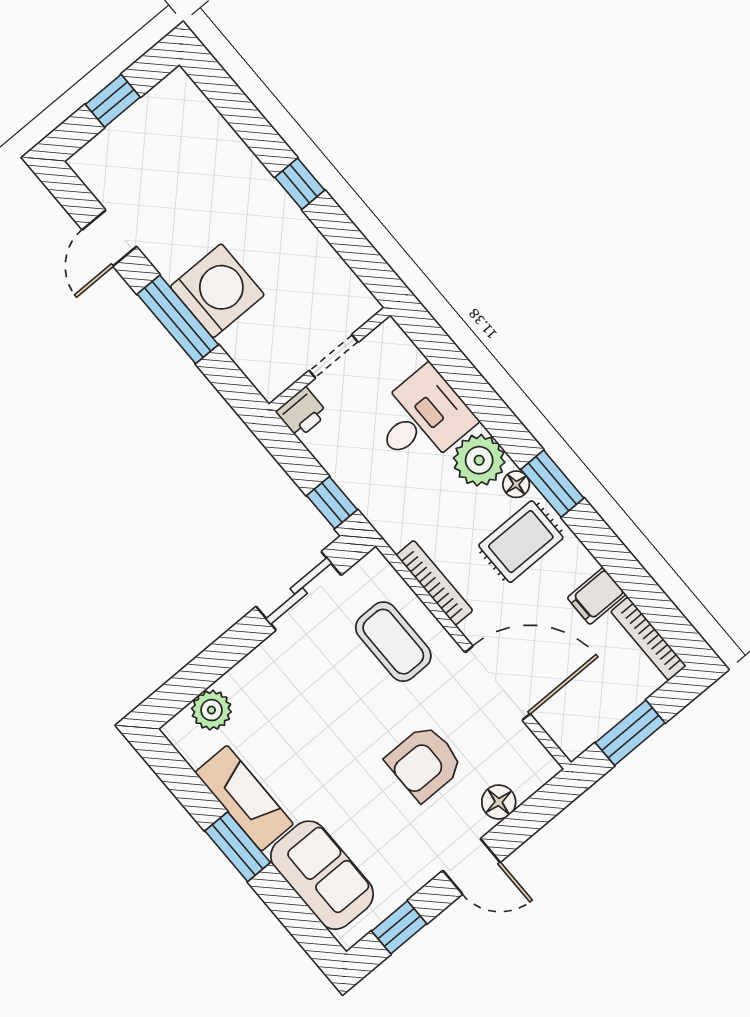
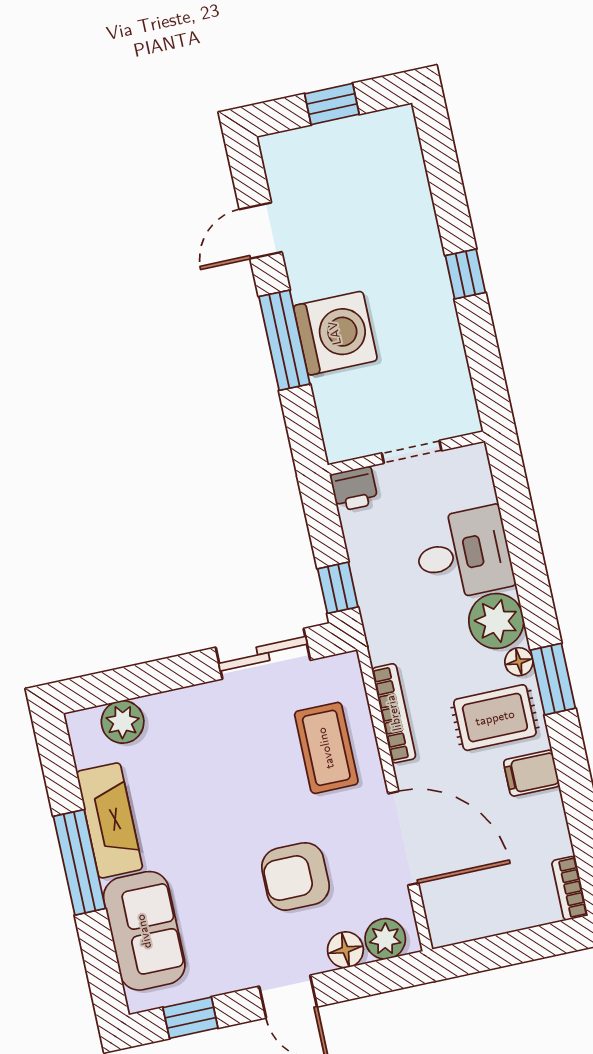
filing cabinet: (596, 596) -> (532, 773), moved
bookcase: (648, 639) -> (570, 888), width x0.64
window: (630, 733) -> (502, 950), removed
plant: (527, 775) -> (385, 939), added
window: (238, 847) -> (79, 862), width x1.44

